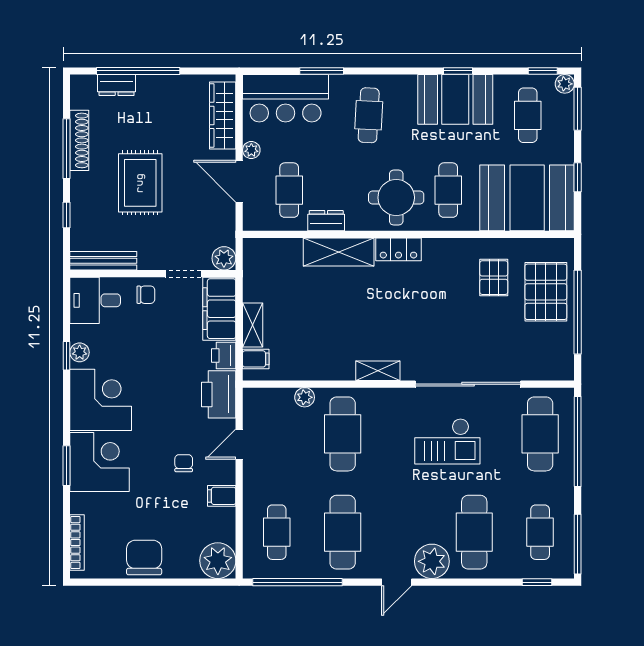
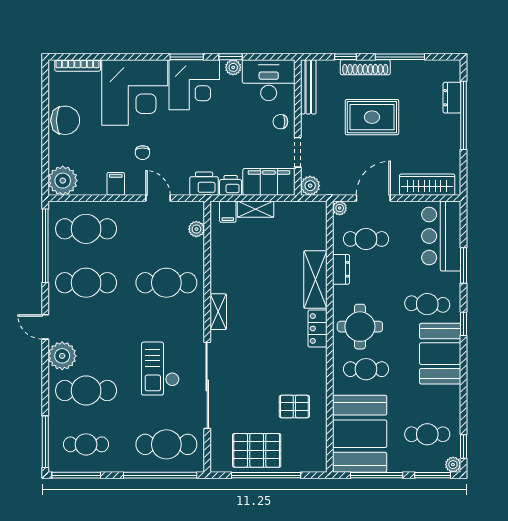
window: (458, 71) -> (464, 324), moved
booth: (455, 99) -> (440, 354), moved
shoe rack: (79, 140) -> (365, 67), moved
plant: (251, 150) -> (340, 208), moved
window: (578, 177) -> (377, 475), width x2.17
pallet: (546, 292) -> (257, 450), moved
chair: (146, 295) -> (280, 122), turned 90
desk: (95, 300) -> (269, 80), width x1.37
printer: (219, 394) -> (204, 184), width x0.73, depth x0.84
plant: (305, 397) -> (196, 229), moved
corner desk: (100, 462) -> (135, 92), width x1.36, depth x1.36
chair: (184, 463) -> (142, 153), turned 90
window: (67, 466) -> (187, 57), moved
cafe table: (277, 532) -> (86, 229), width x1.37, depth x1.35
window: (537, 582) -> (45, 442), width x2.17

